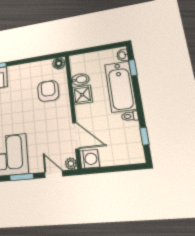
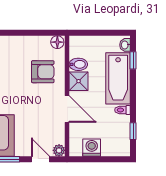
armchair: (48, 91) -> (43, 72), turned 90
door: (76, 136) -> (67, 109), moved
washing machine: (89, 159) -> (92, 148), moved, turned -90

